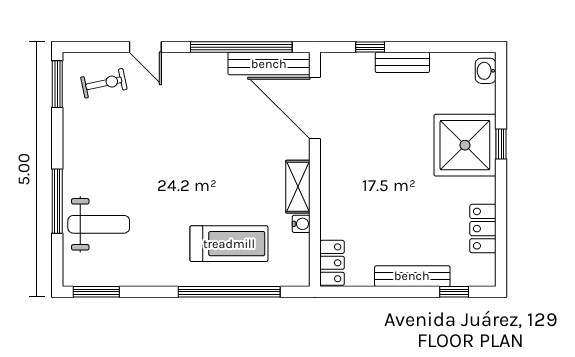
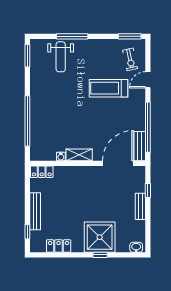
bench: (269, 64) -> (140, 146), width x0.73
treadmill: (229, 244) -> (108, 88), moved, turned 90

